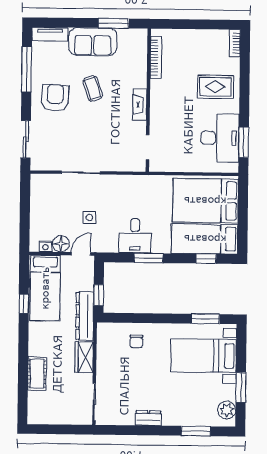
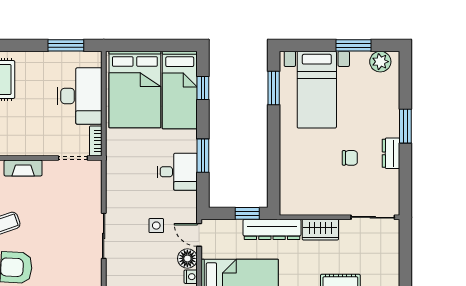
desk: (220, 138) -> (80, 96), moved, turned 90
bookcase: (162, 167) -> (96, 141), added
chair: (136, 341) -> (350, 158), moved
window: (196, 431) -> (405, 126), moved

